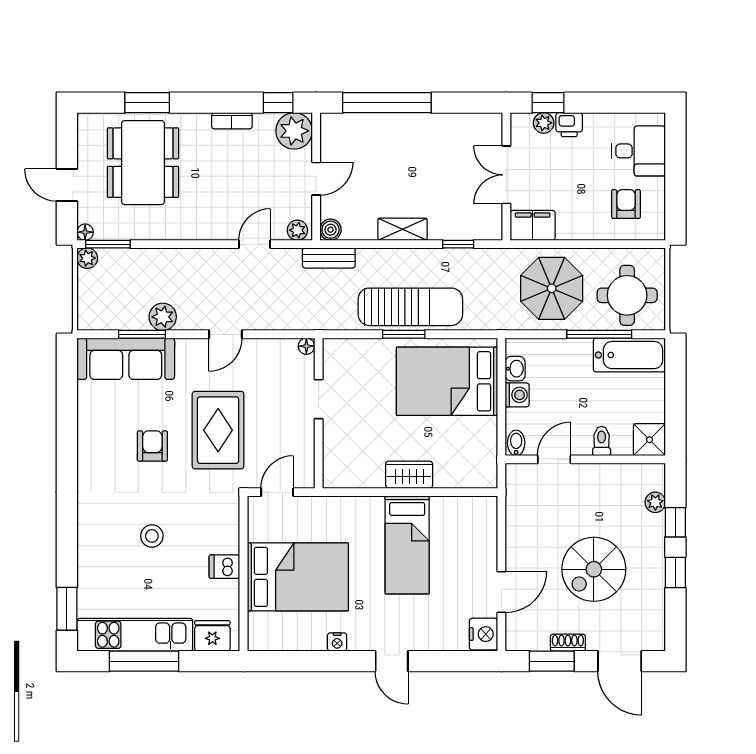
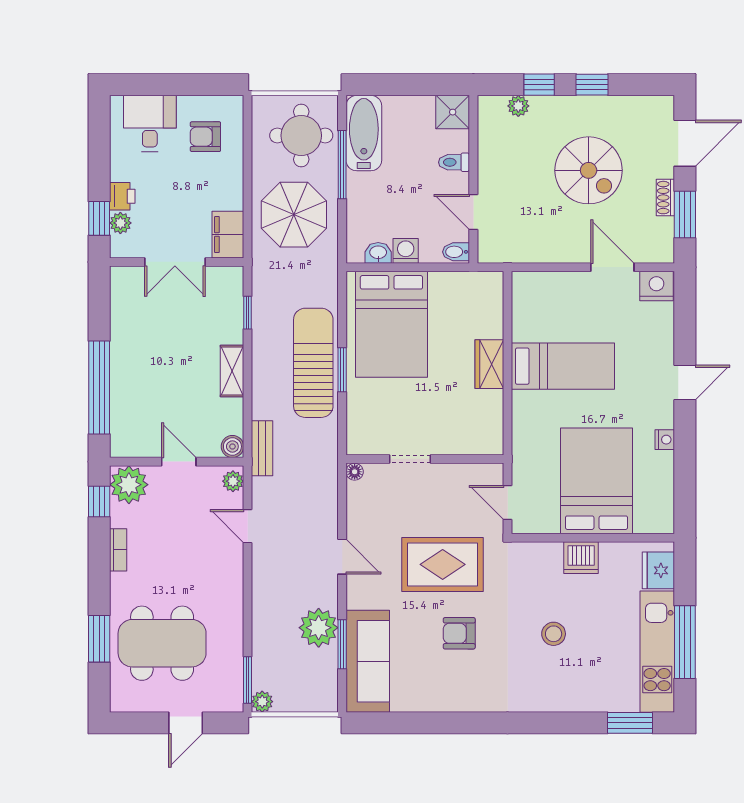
floor lamp: (85, 232) -> (235, 704), removed
plant: (163, 317) -> (319, 628), width x1.36, depth x1.36
dishwasher: (224, 567) -> (581, 558), width x1.38

